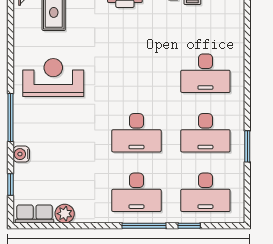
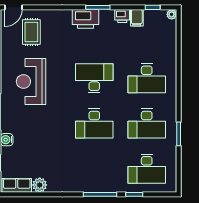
reception desk: (53, 78) -> (31, 82), turned -90
desk: (136, 192) -> (94, 78), moved, turned 180

